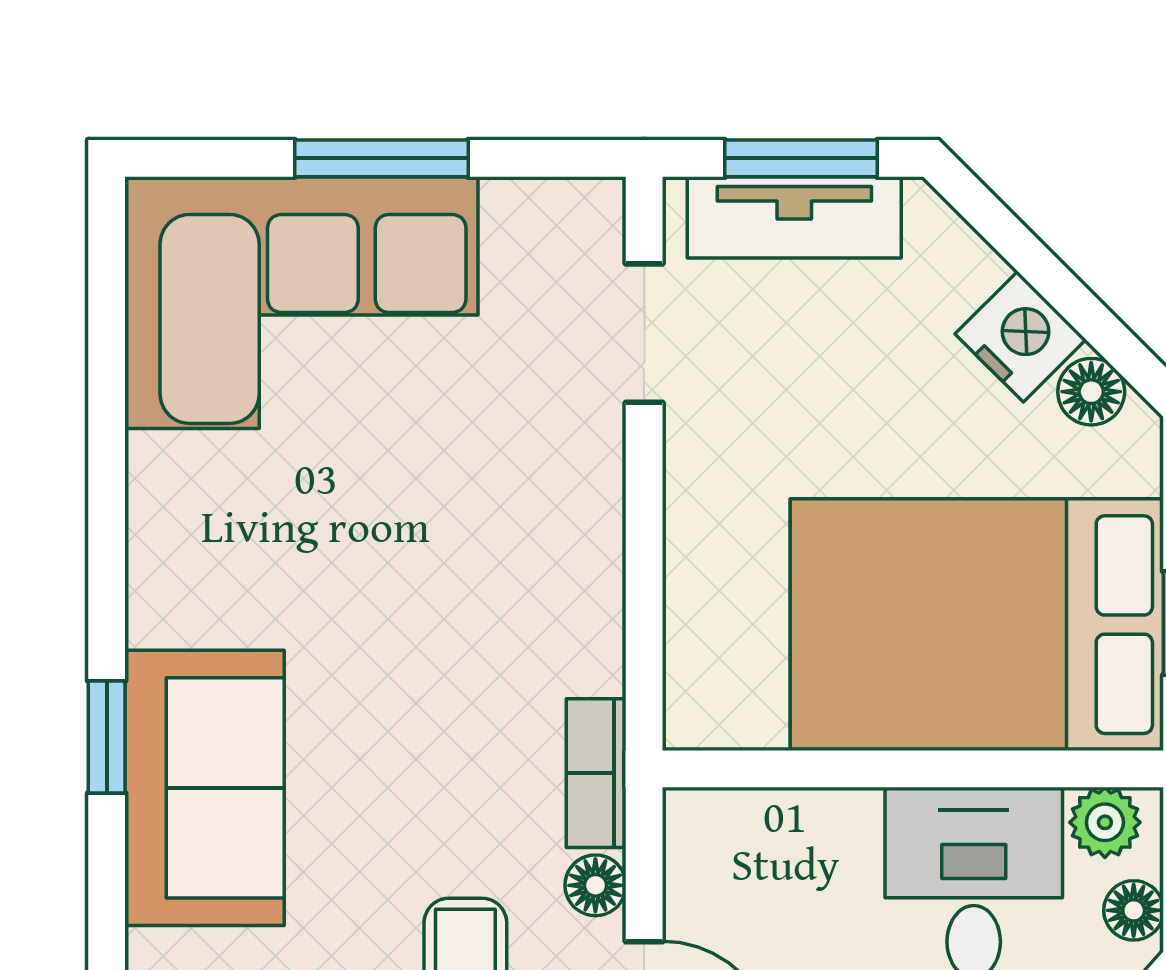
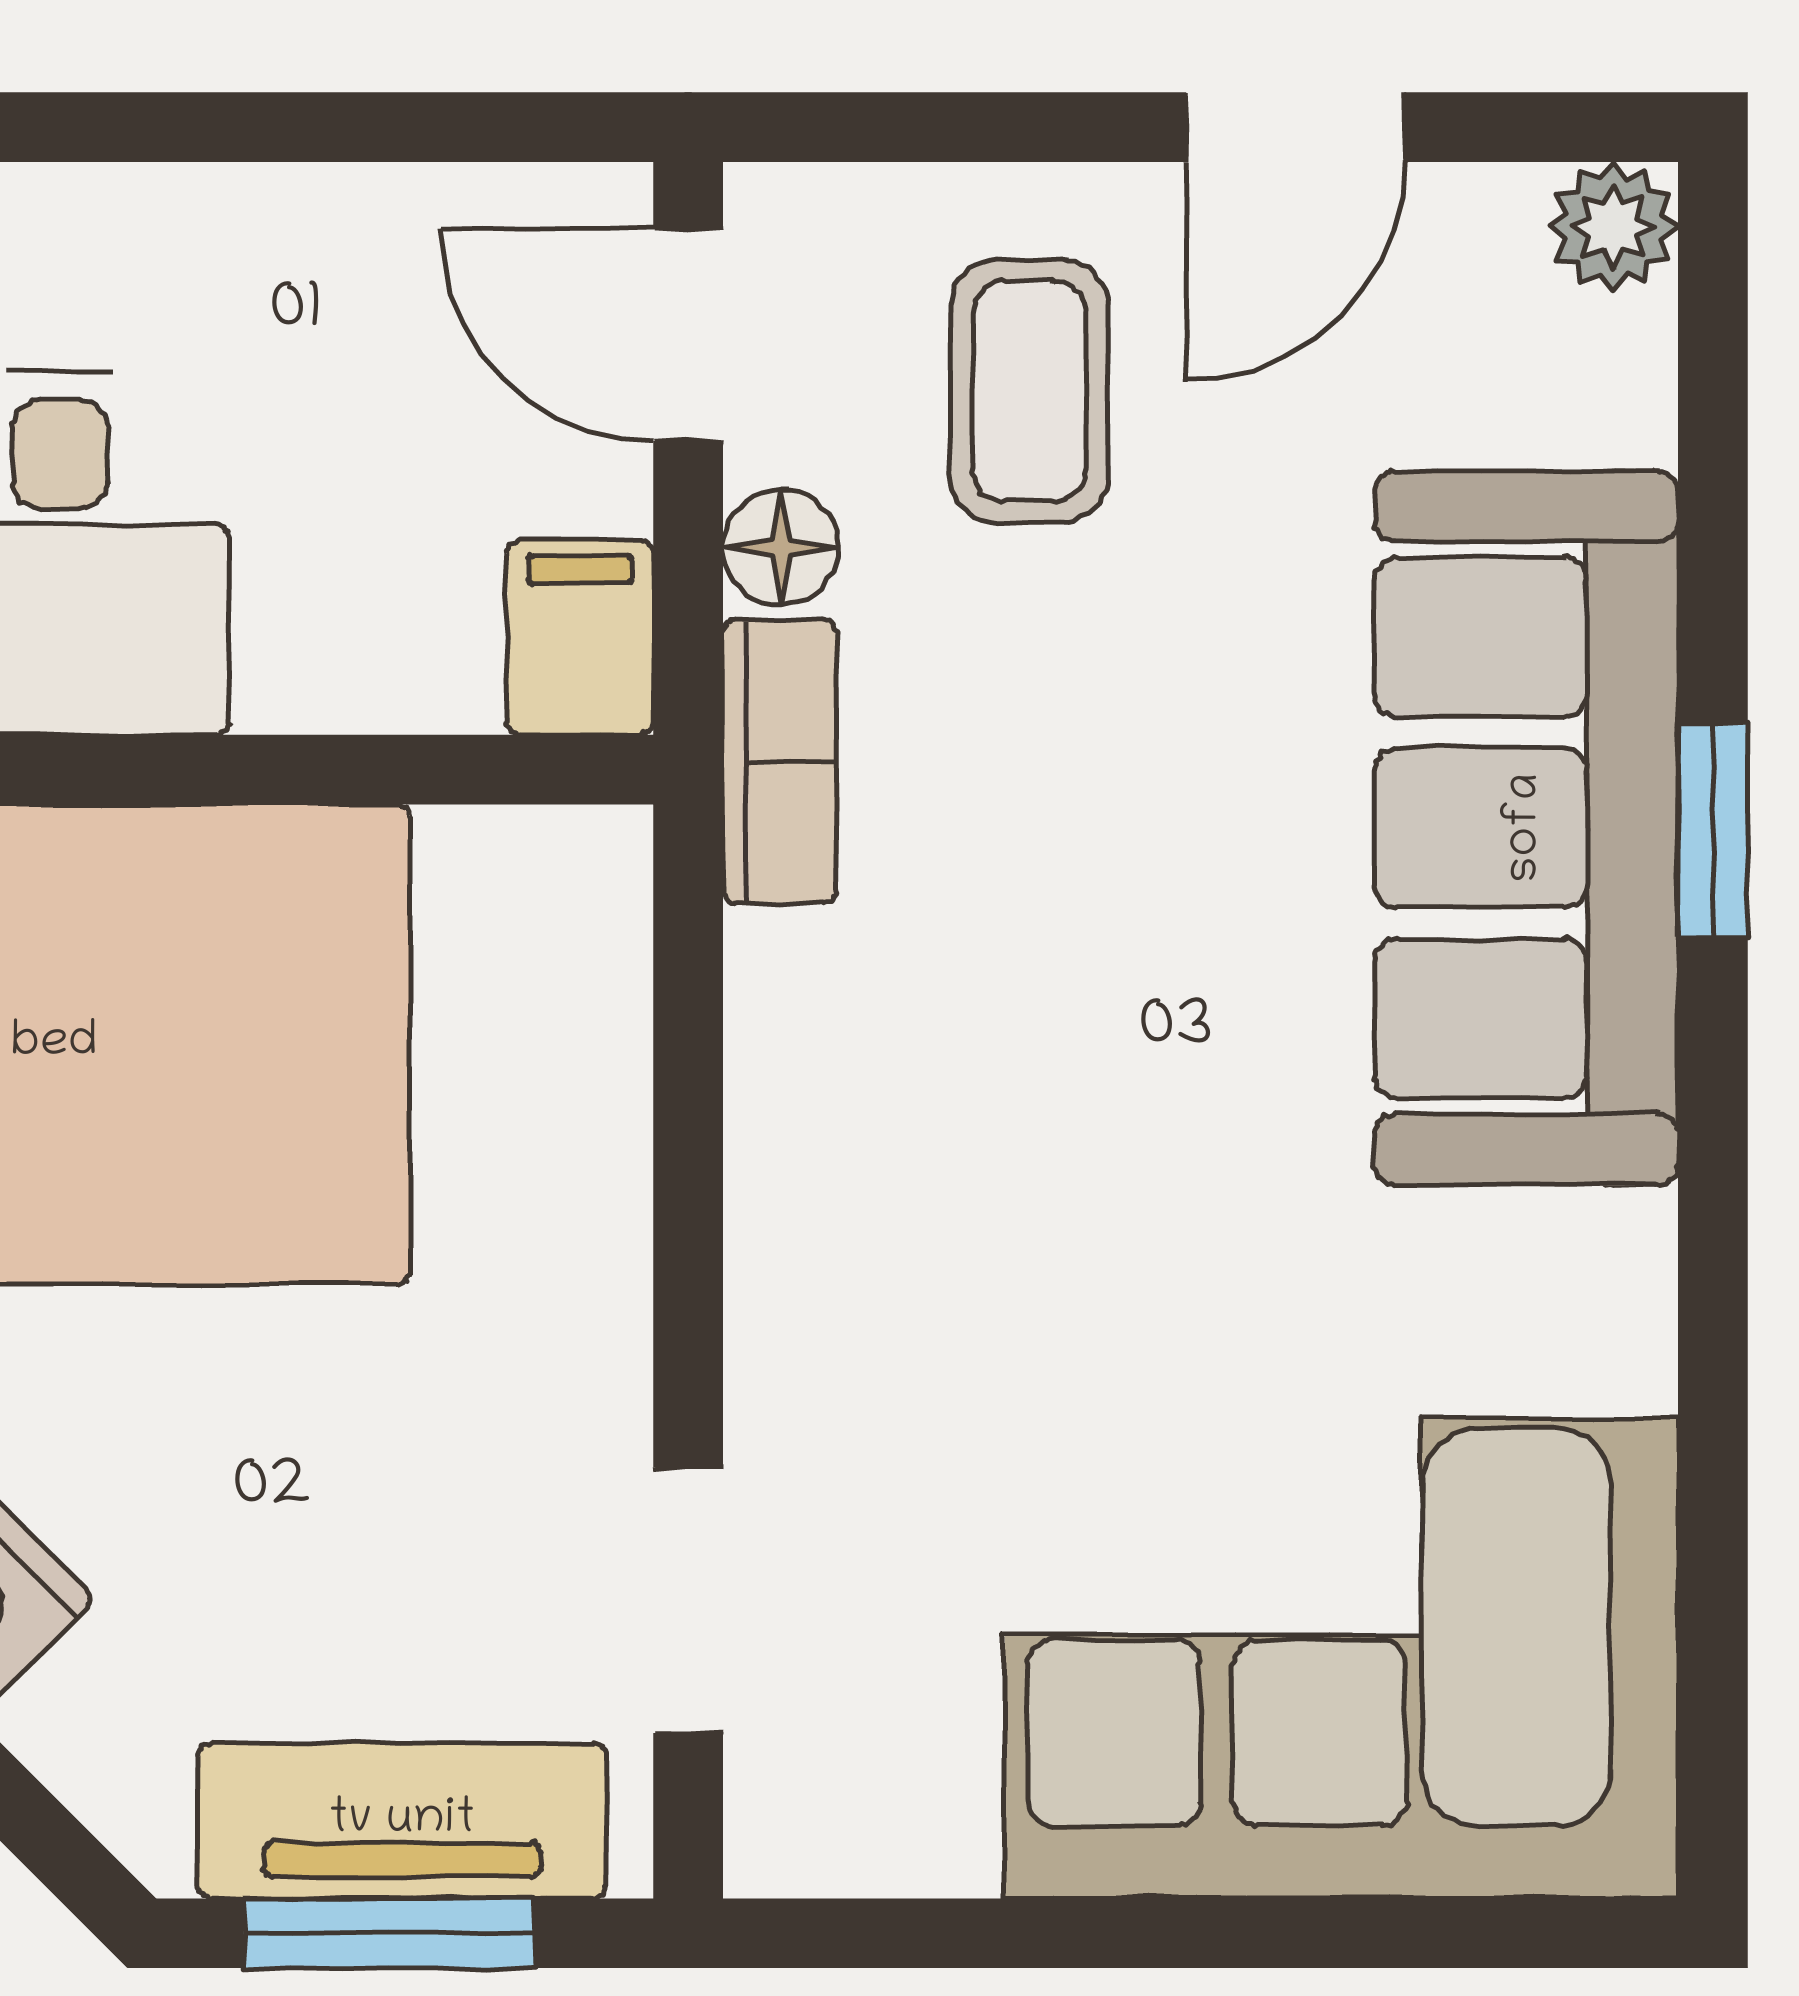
window: (382, 158) -> (1189, 1933), removed
sofa: (205, 788) -> (1526, 828), width x1.36
filing cabinet: (701, 838) -> (580, 638), added

